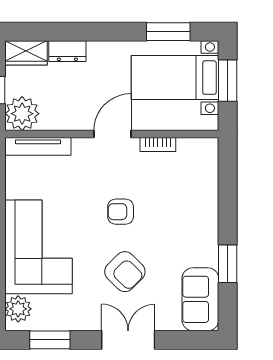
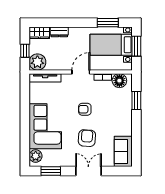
floor lamp: (192, 152) -> (119, 81), added
window: (228, 264) -> (136, 101), moved
armchair: (125, 272) -> (87, 138), turned -131

